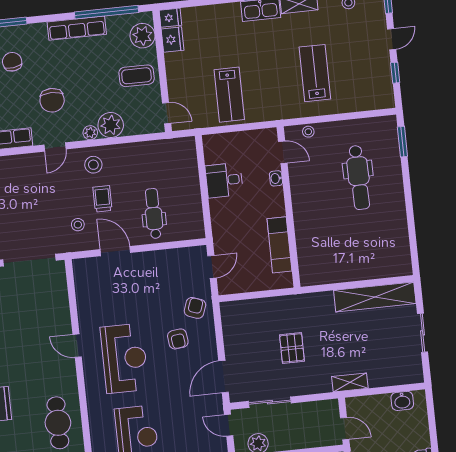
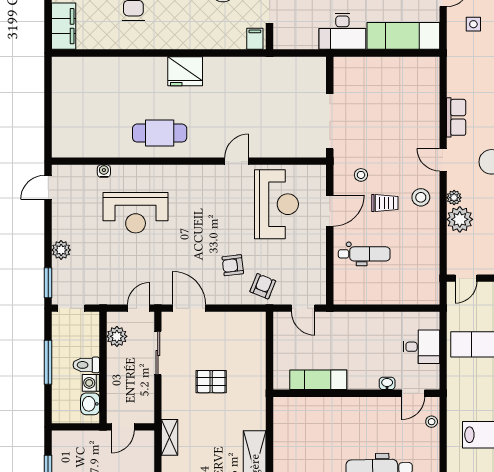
desk: (224, 180) -> (421, 347), moved, turned 90
armchair: (195, 308) -> (263, 286), turned -88
reception desk: (124, 358) -> (276, 204), moved, turned -90

